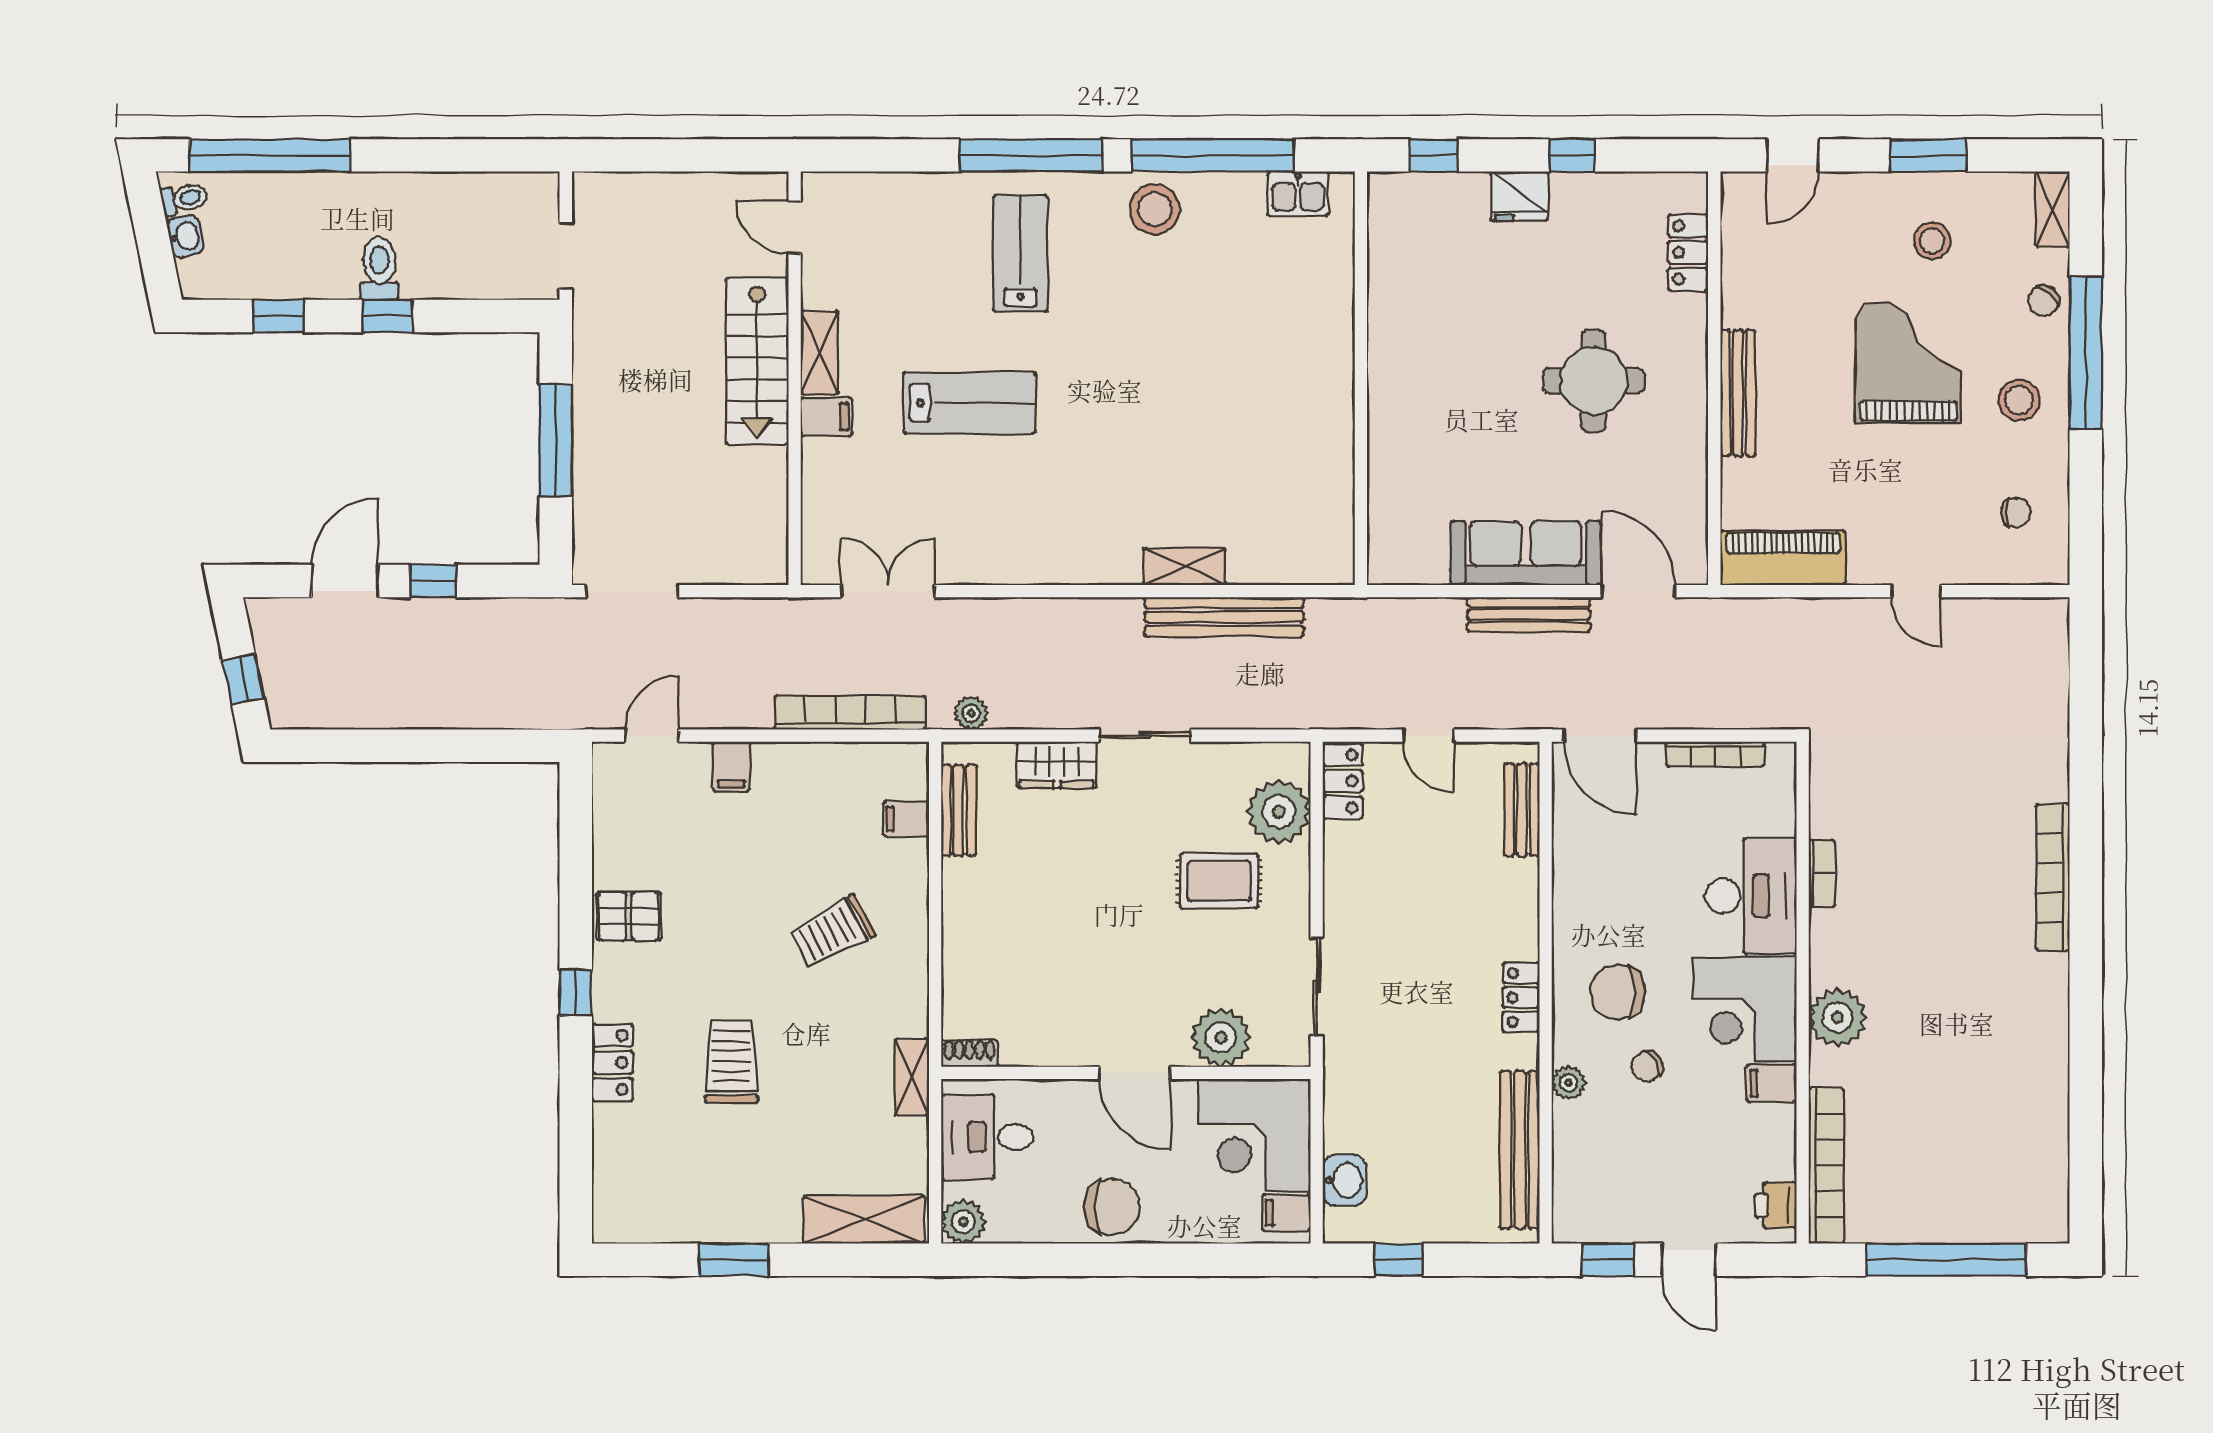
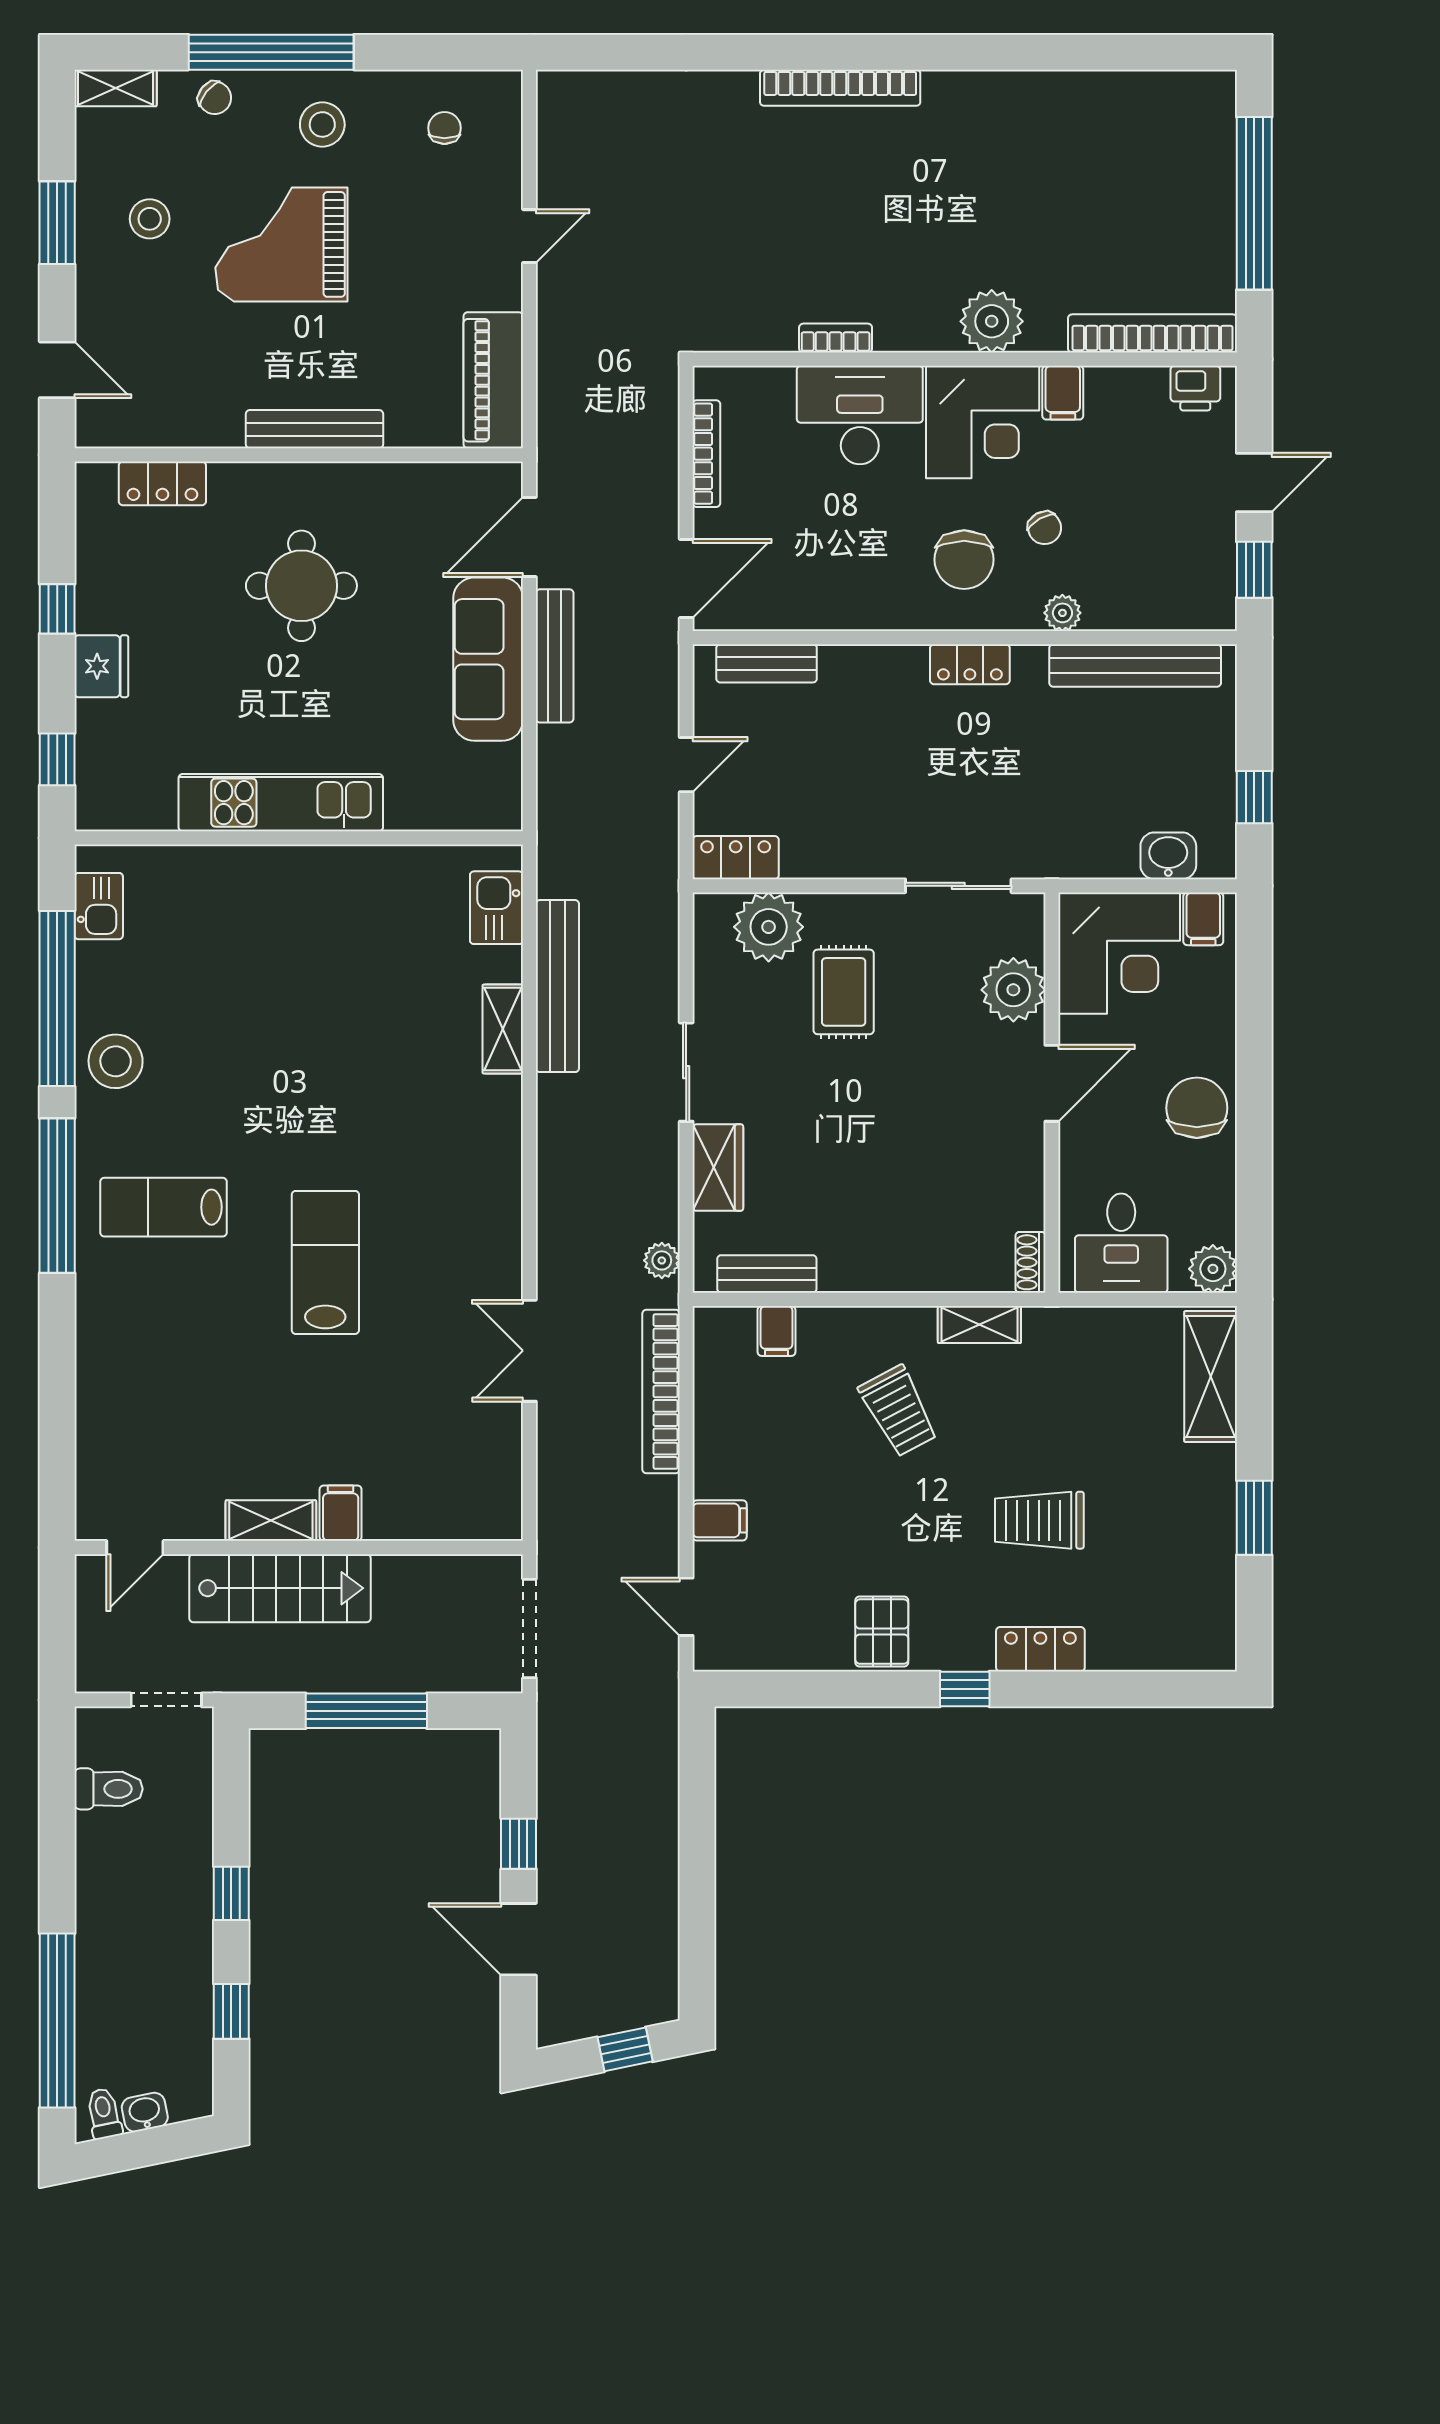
door: (795, 227) -> (135, 1547), moved
toilet: (379, 269) -> (109, 1789), moved, turned 180
shelving: (819, 353) -> (271, 1521), moved
stairs: (757, 361) -> (280, 1588), moved
kitchen unit: (1393, 362) -> (281, 803), added
wall: (795, 378) -> (299, 1547), moved
filing cabinet: (826, 417) -> (341, 1513), moved
kitchen sink: (1296, 561) -> (496, 908), added
shelving: (912, 1077) -> (979, 1325), moved

